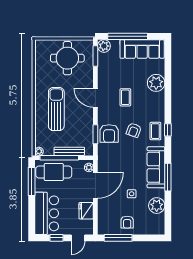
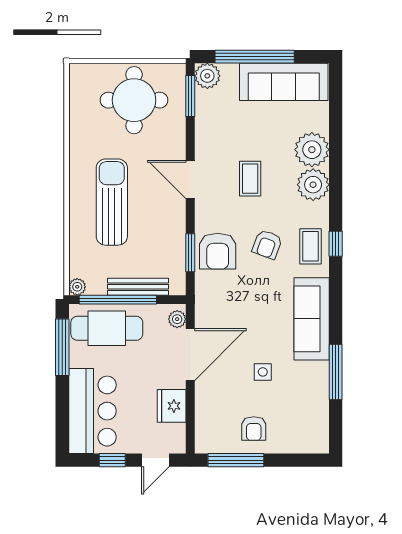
window: (168, 177) -> (336, 372), moved
plant: (157, 206) -> (313, 185), moved

